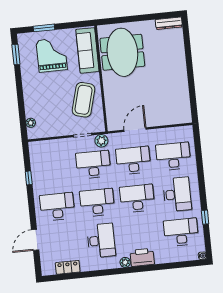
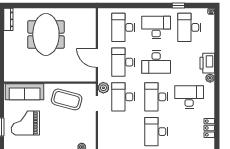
meeting table: (122, 52) -> (46, 34), moved, turned 90
desk: (137, 198) -> (156, 62), turned -90

